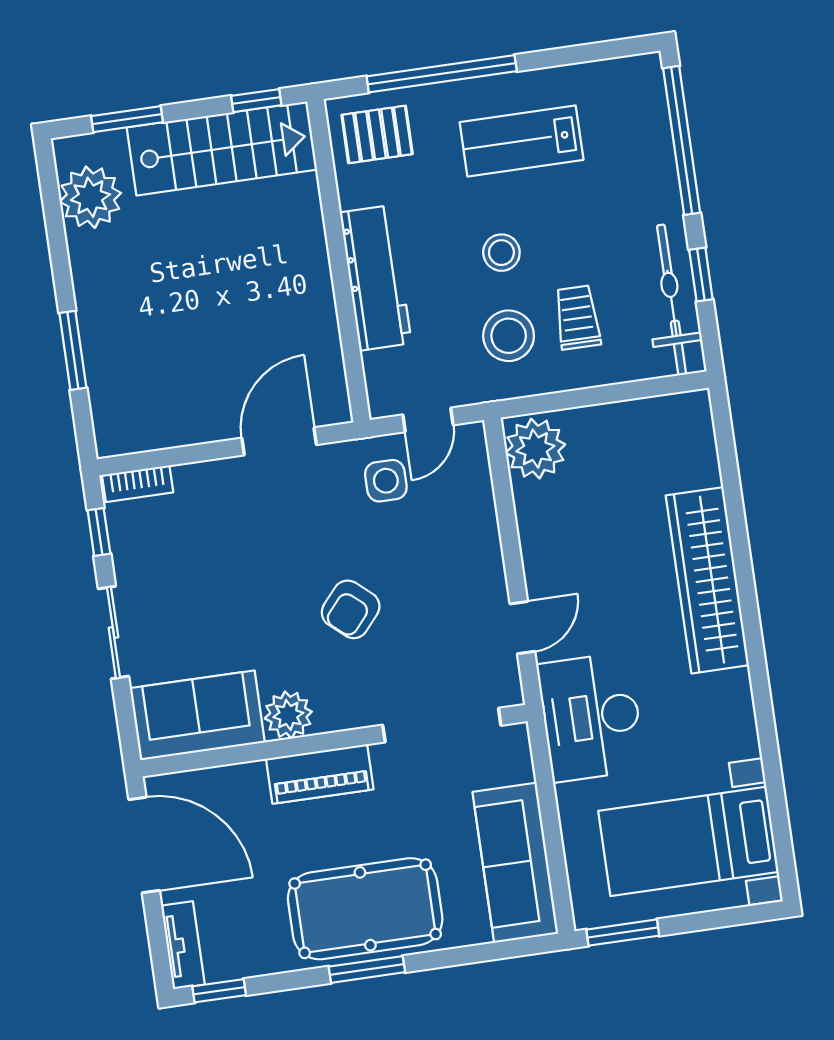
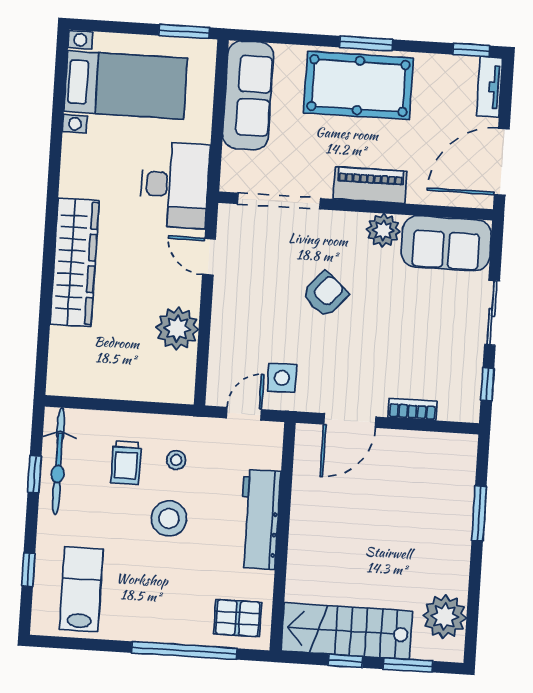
window: (256, 101) -> (345, 661), moved
window: (682, 140) -> (28, 570), width x0.32
lab bench: (522, 141) -> (81, 589), moved, turned -90
stool: (501, 253) -> (169, 518), width x1.38, depth x1.38
stool: (509, 336) -> (176, 460), width x0.53, depth x0.53
plant: (535, 449) -> (177, 329), moved
bookcase: (138, 484) -> (412, 409), moved
door: (522, 628) -> (209, 257), hinge flipped
door: (144, 845) -> (502, 162), hinge flipped

